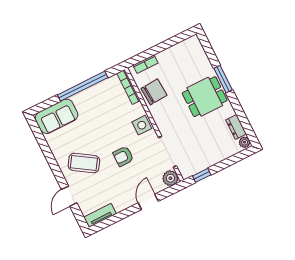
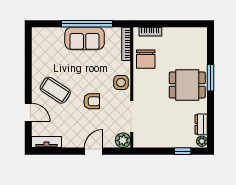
chair: (154, 92) -> (146, 59), turned 94
sofa: (57, 116) -> (85, 38), moved
armchair: (123, 156) -> (92, 101), turned 180
window: (202, 175) -> (183, 151), moved
door: (69, 196) -> (28, 112), swing flipped

